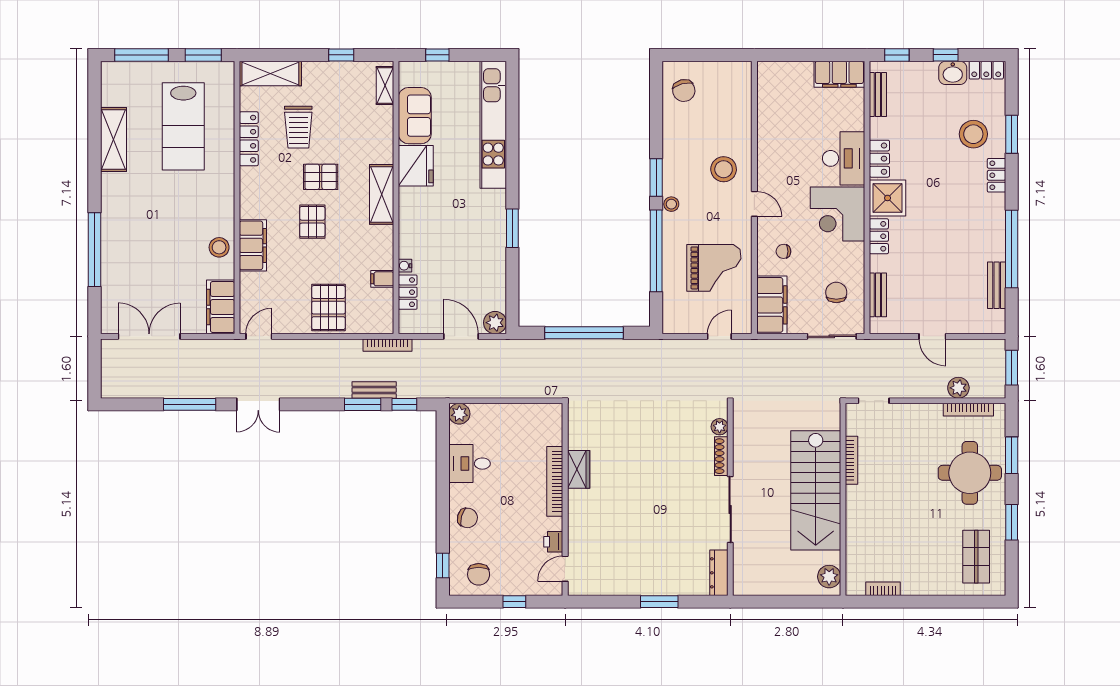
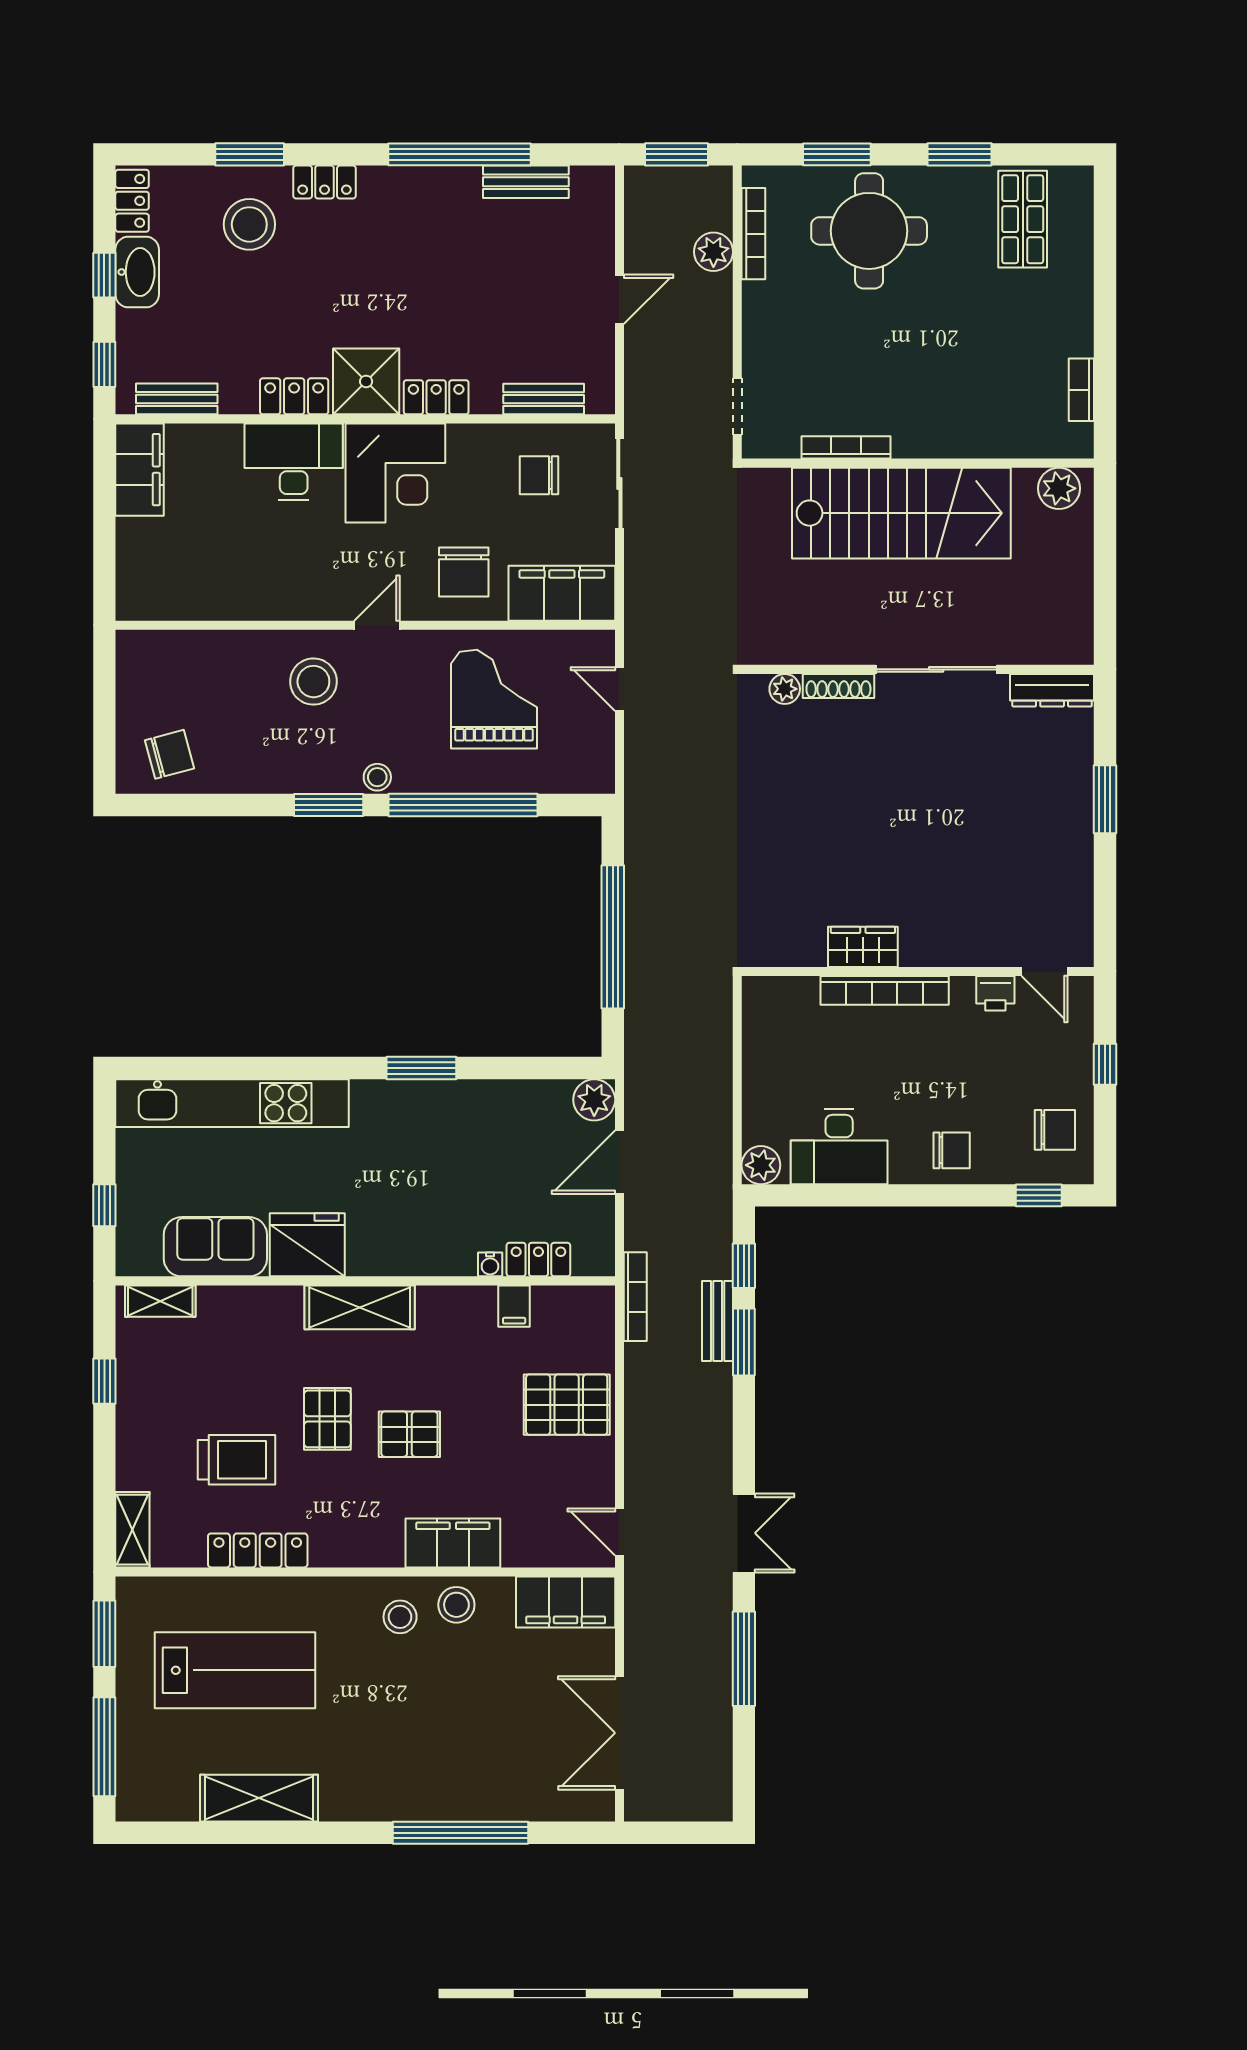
shelving: (270, 73) -> (132, 1530), width x0.67, depth x0.75
washbasin: (953, 73) -> (137, 272), width x1.38
stool: (212, 217) -> (400, 1617), added
chair: (783, 251) -> (464, 572), width x1.87, depth x1.87
desk: (470, 464) -> (839, 1147), width x1.37
chair: (467, 518) -> (952, 1150), turned 75
shop shelf: (976, 557) -> (1023, 219), turned 90

